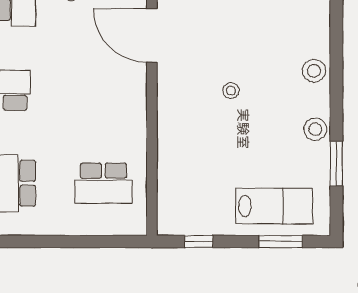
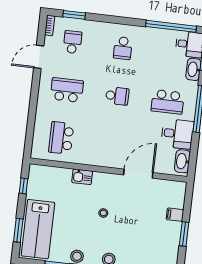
kitchen sink: (170, 137) -> (82, 177), added
lab bench: (274, 206) -> (38, 229), width x1.36, depth x1.39

